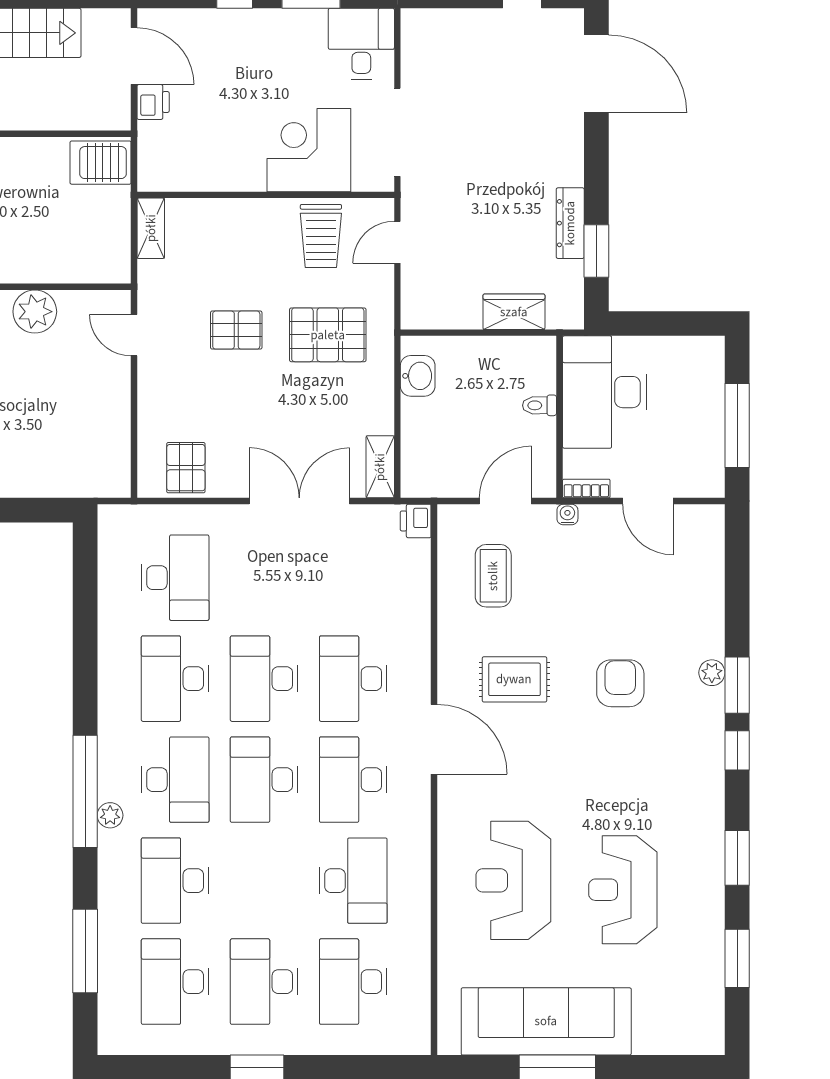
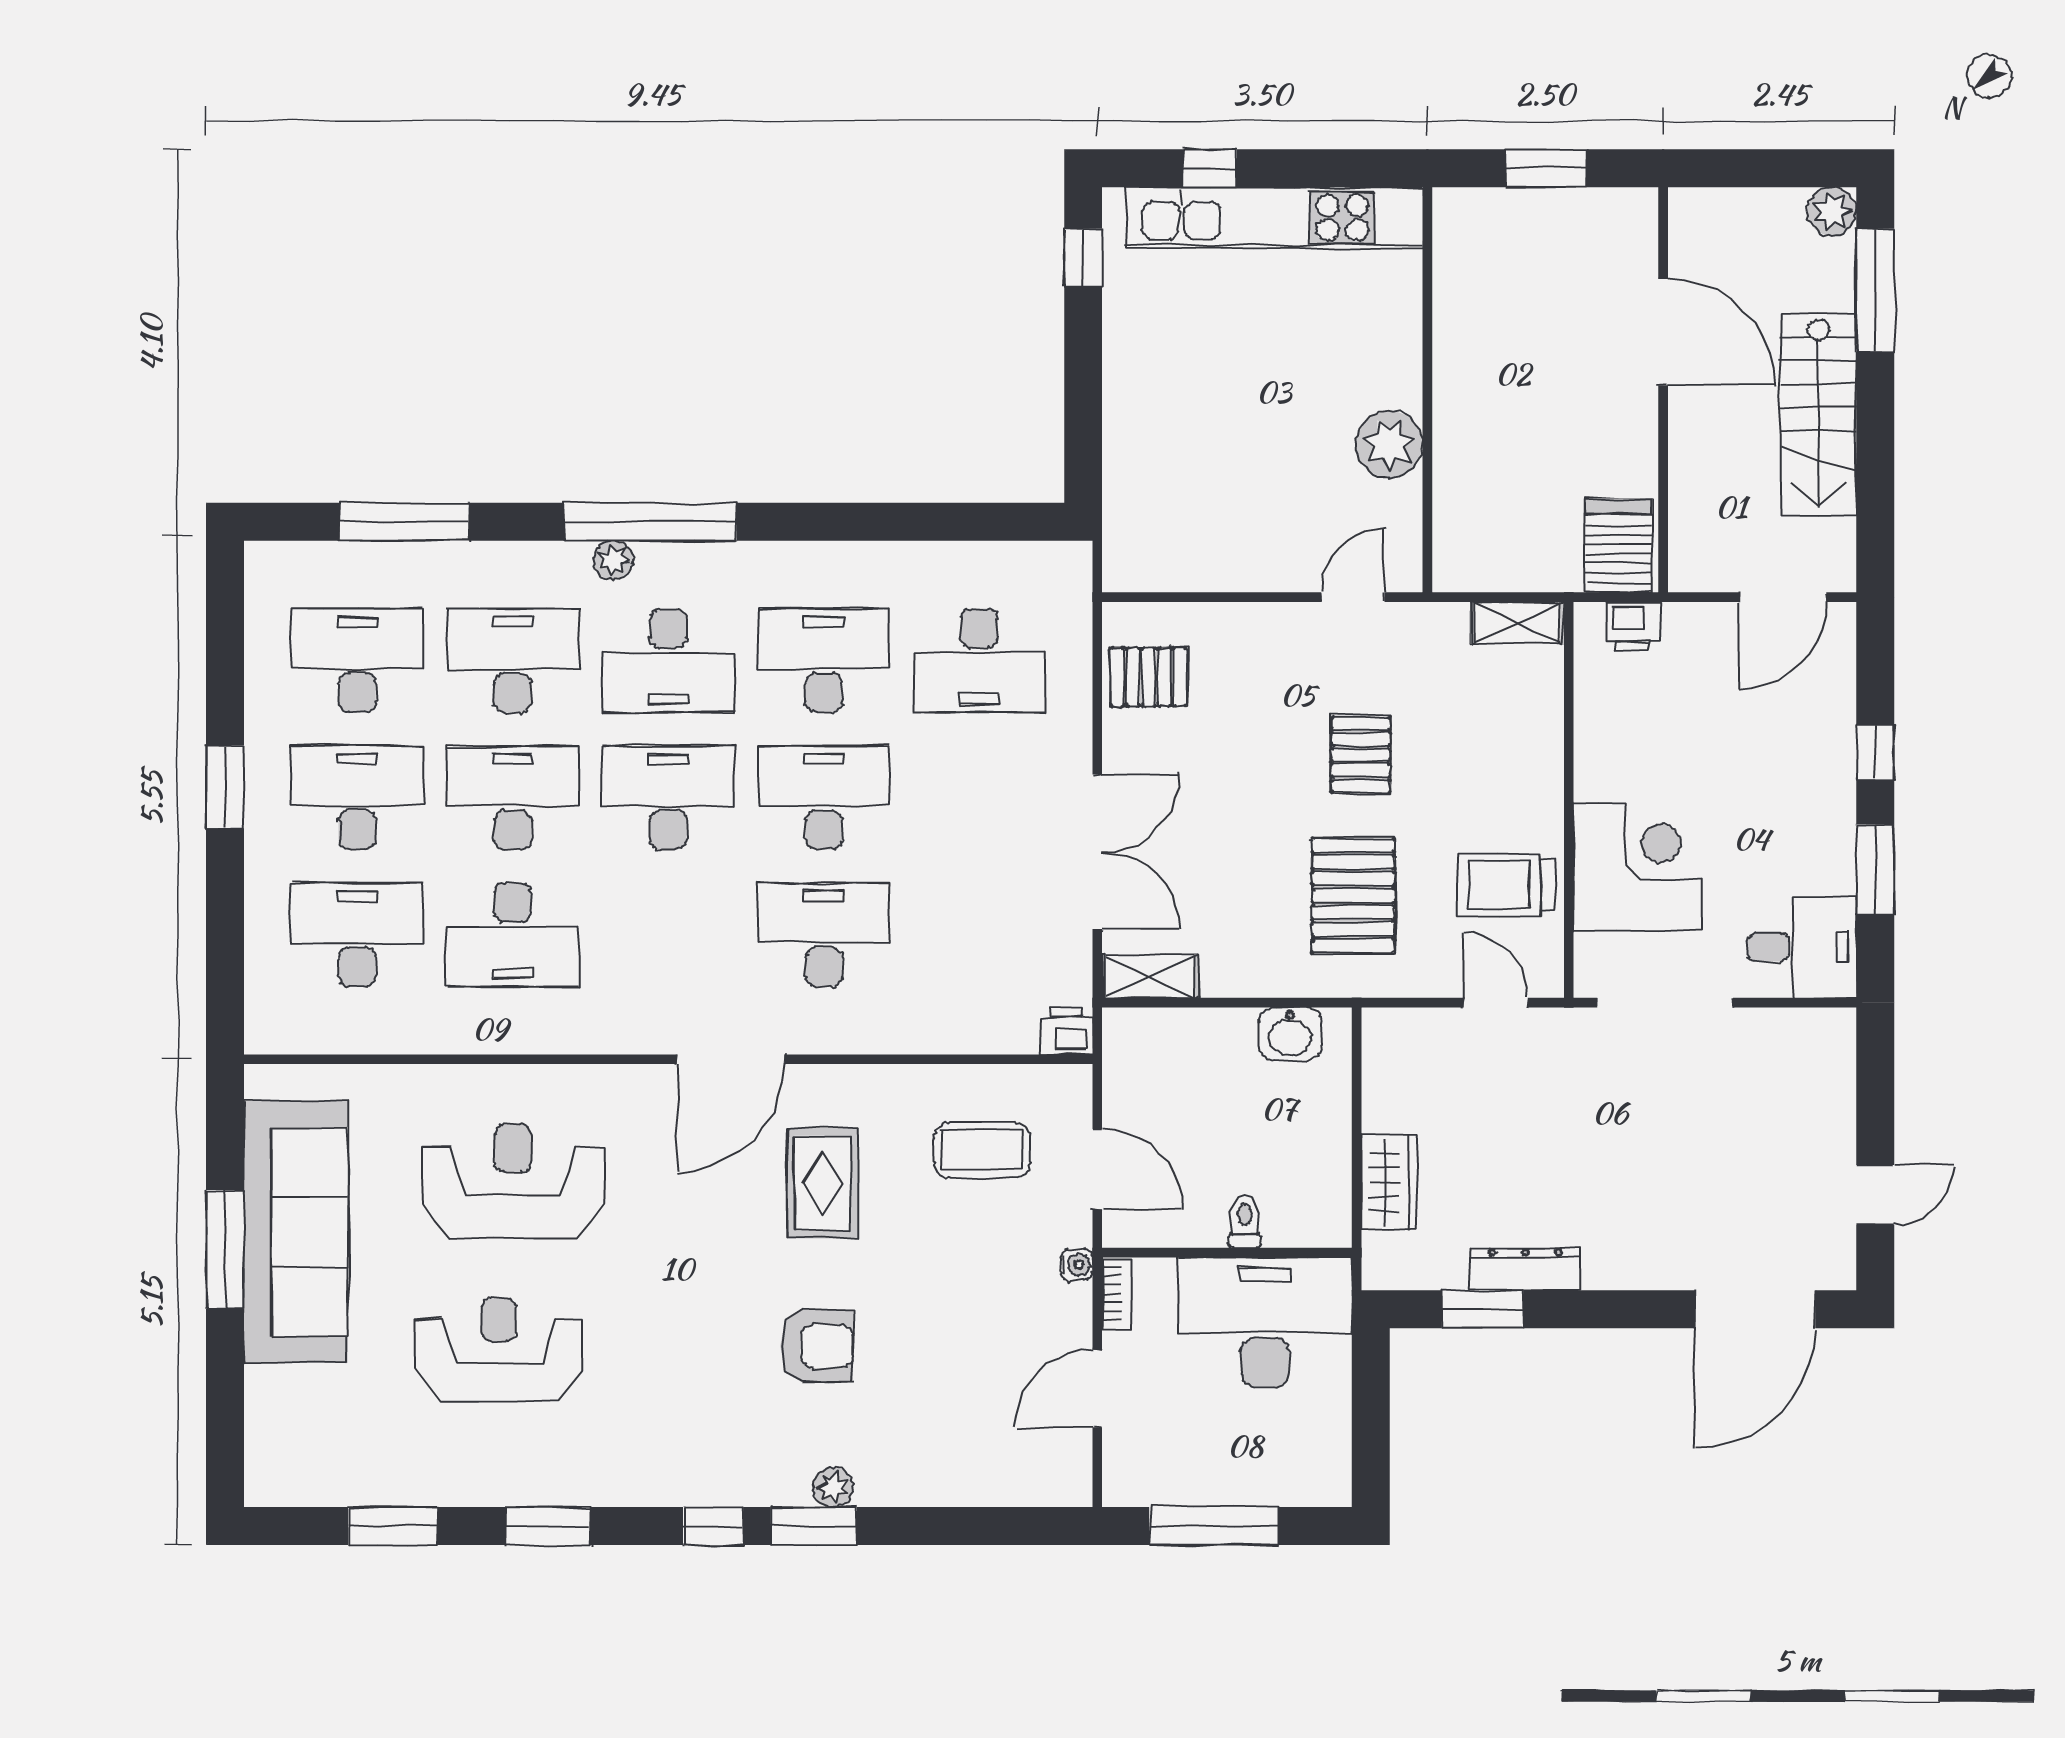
printer: (153, 102) -> (1633, 627), moved
desk: (353, 780) -> (513, 798), moved

